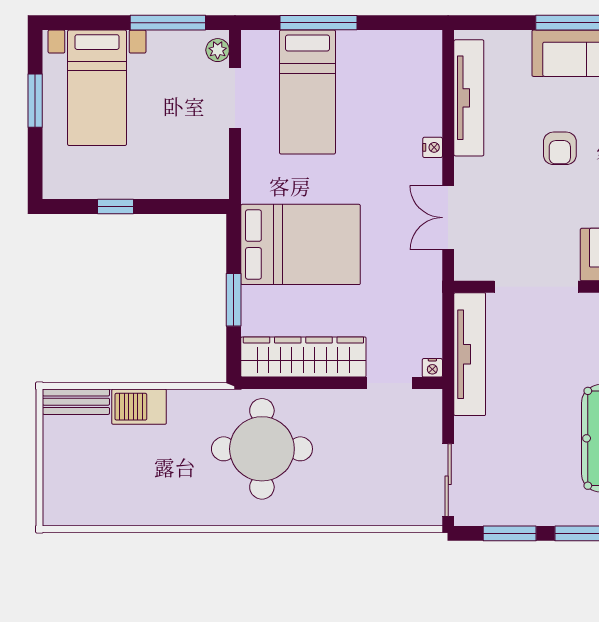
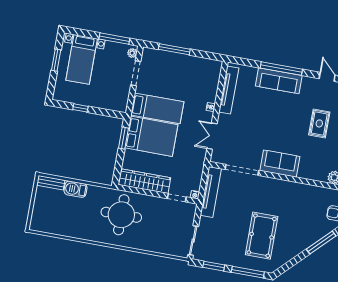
bed: (307, 92) -> (157, 108), moved, turned -90
armchair: (560, 148) -> (261, 117), removed
window: (234, 300) -> (123, 138), moved

